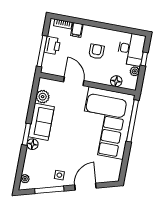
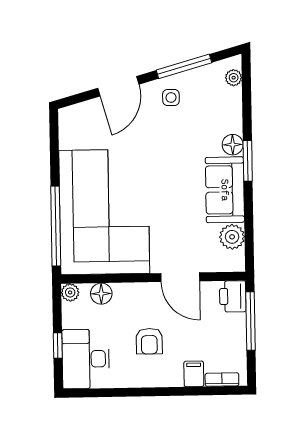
printer: (52, 45) -> (233, 296), moved
plant: (135, 71) -> (70, 292), moved

